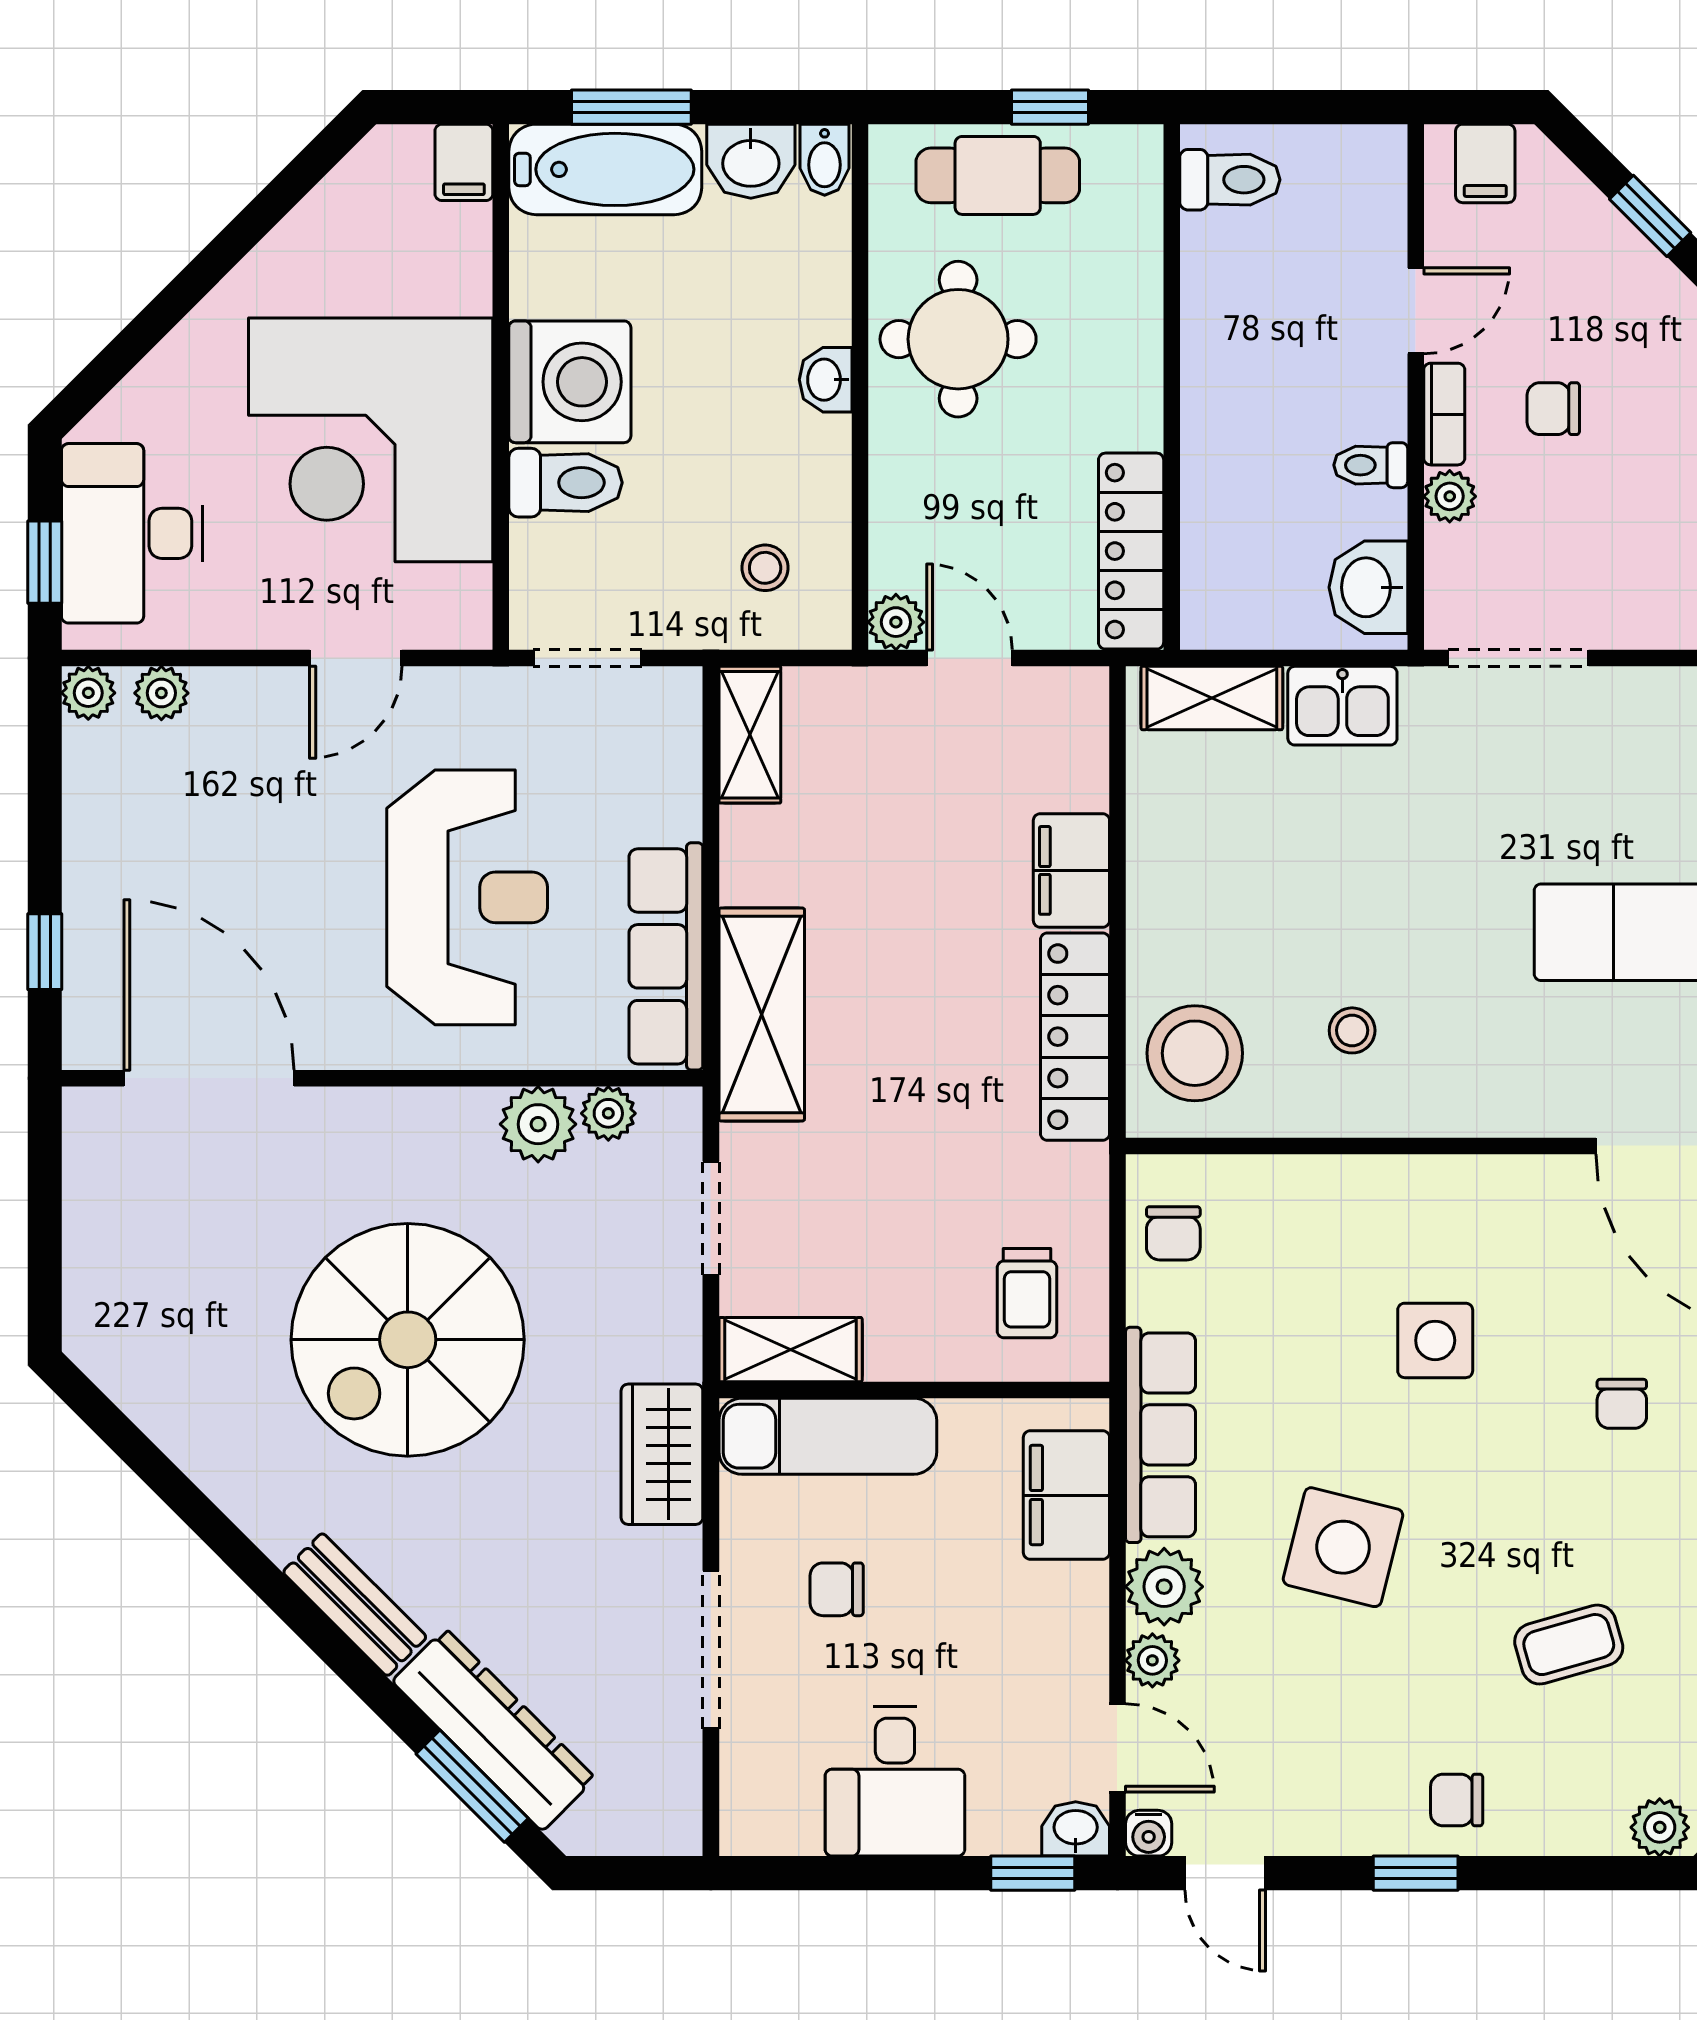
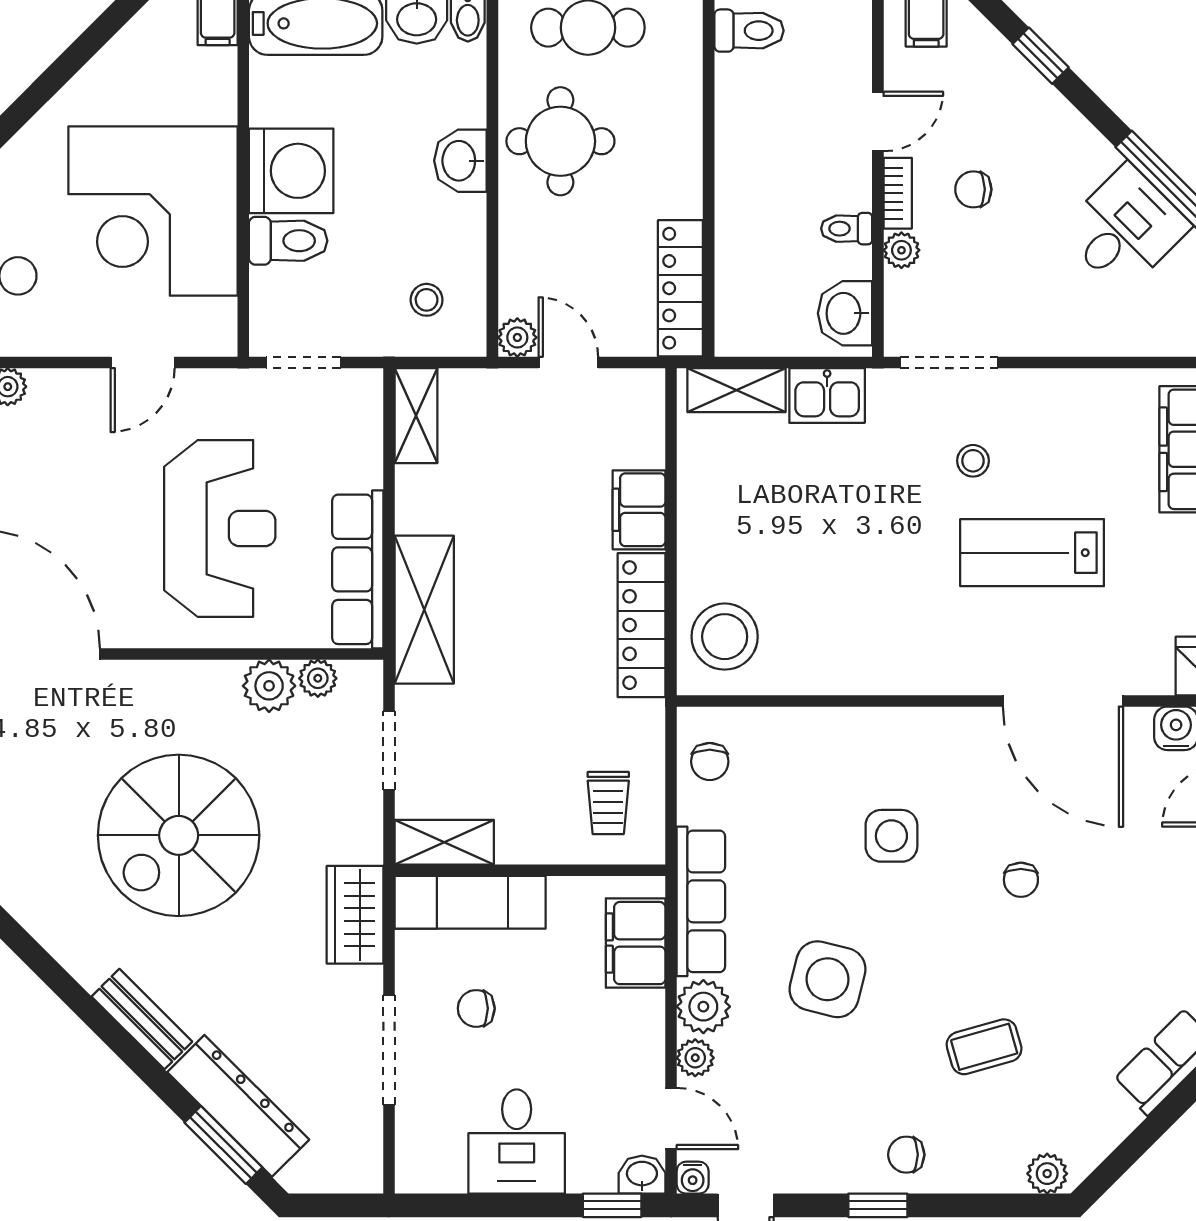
washbasin: (826, 380) -> (460, 161), width x1.38, depth x1.45
stool: (1352, 1030) -> (973, 461), moved

